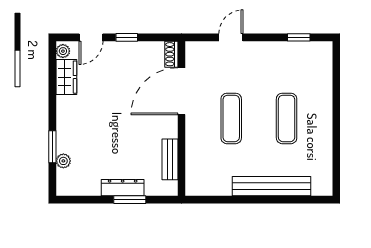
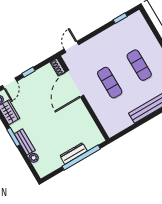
door: (231, 37) -> (71, 47), moved
window: (52, 147) -> (14, 137), moved
bench: (170, 159) -> (25, 142), moved
window: (130, 200) -> (81, 158), width x2.11

